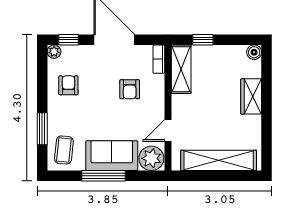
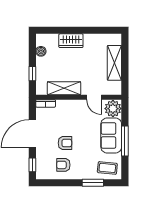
plant: (54, 52) -> (40, 175), removed
boiler: (254, 52) -> (41, 51), moved
shelving: (181, 69) -> (64, 88), moved
armchair: (130, 89) -> (65, 143), moved
shelving: (219, 160) -> (114, 63), width x0.68

